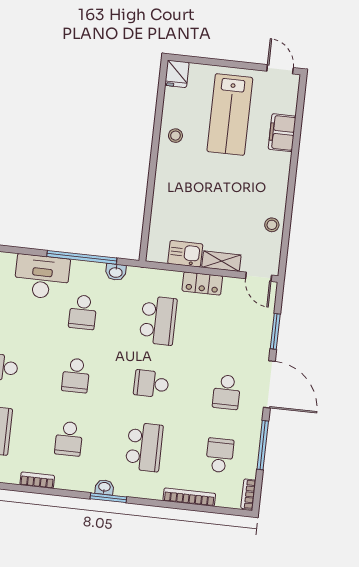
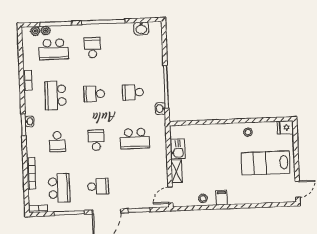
filing cabinet: (282, 133) -> (222, 198), moved, width x0.50
desk: (42, 277) -> (151, 65), removed
locker: (202, 283) -> (161, 162), removed
school desk: (227, 392) -> (98, 186), turned 180
school desk: (69, 439) -> (55, 95), width x1.85
school desk: (144, 447) -> (57, 142), width x0.54
school desk: (220, 455) -> (59, 188), width x1.85

